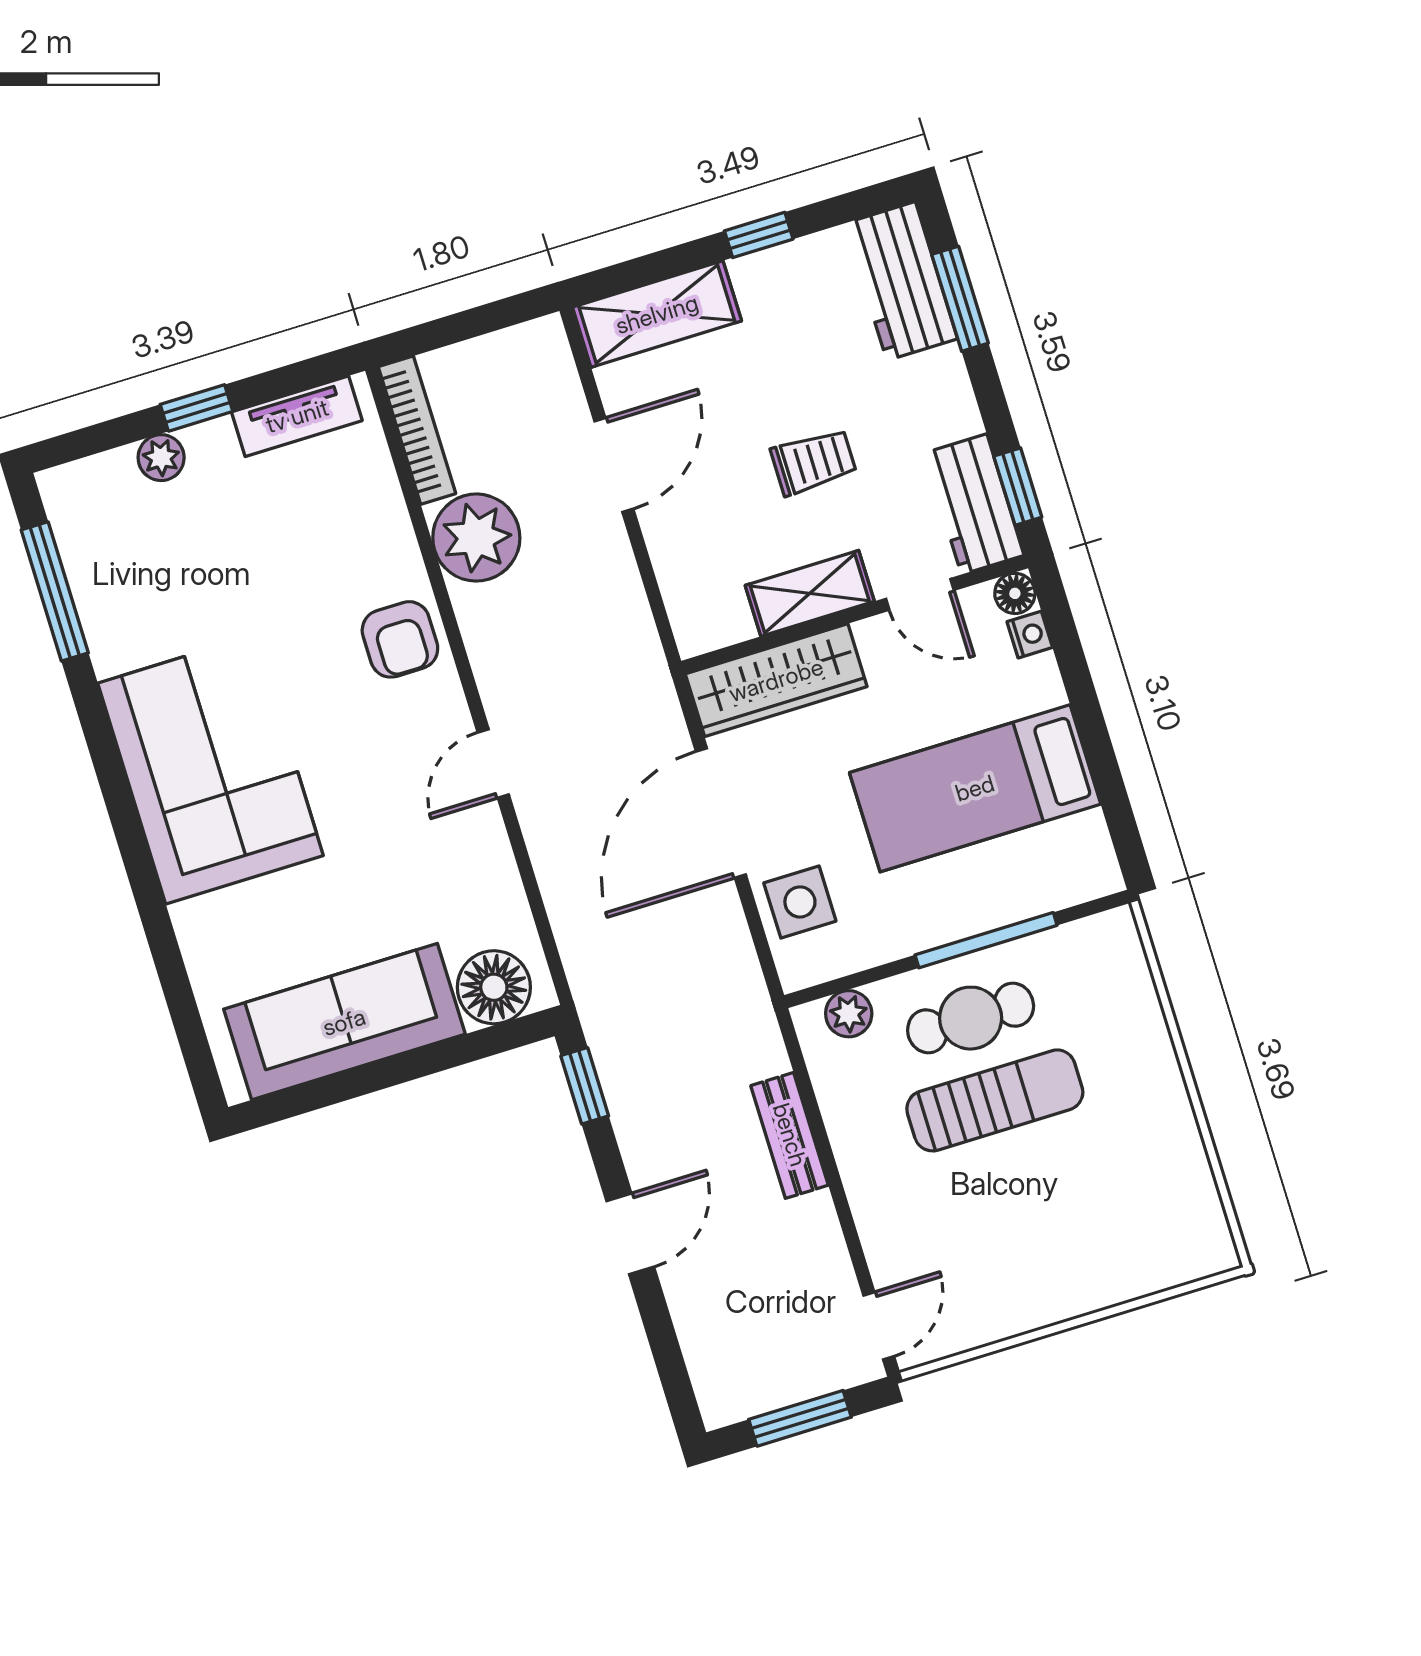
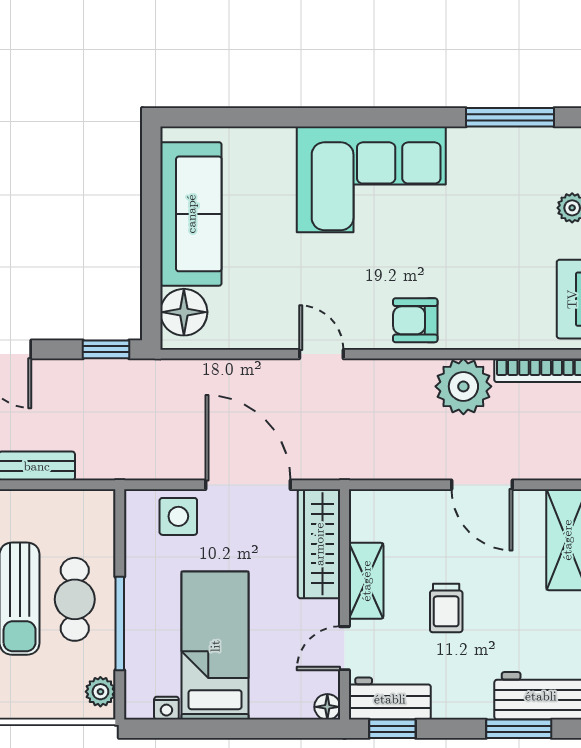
nightstand: (1030, 635) -> (166, 708), moved
plant: (849, 1014) -> (100, 692), moved

